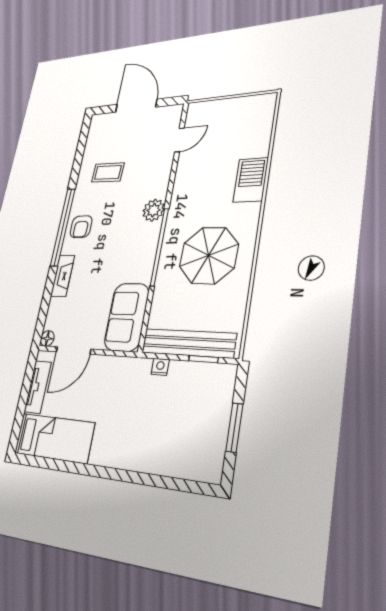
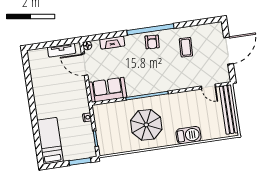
plant: (154, 210) -> (167, 85), removed
armchair: (81, 227) -> (152, 42), turned -86
fireplace: (63, 276) -> (112, 43), moved
bench: (188, 343) -> (229, 109), moved
window: (234, 428) -> (80, 162), moved
bed: (54, 438) -> (50, 141), moved, turned 180

